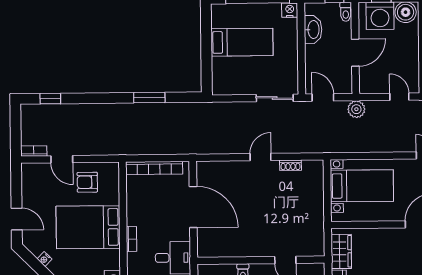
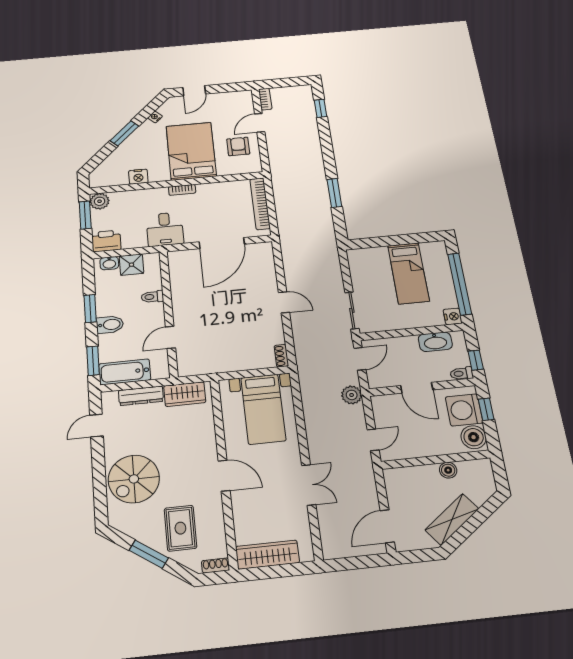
shoe rack: (291, 165) -> (281, 356), moved

